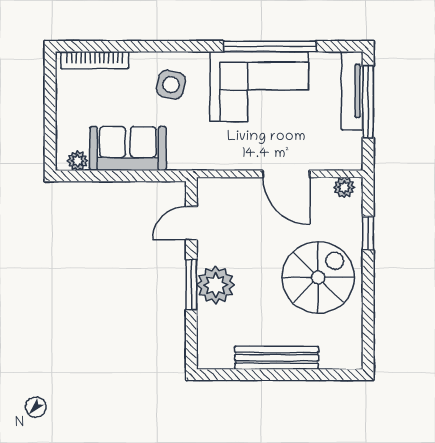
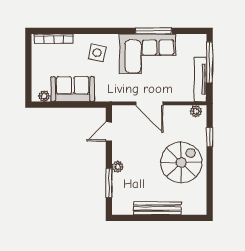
window: (270, 46) -> (154, 31), width x0.68
tv unit: (352, 91) -> (200, 79), moved
door: (286, 174) -> (150, 103), moved
window: (191, 285) -> (109, 183), moved
plant: (216, 285) -> (118, 167), width x0.53, depth x0.53

